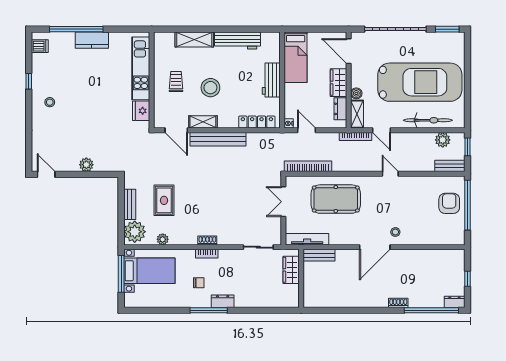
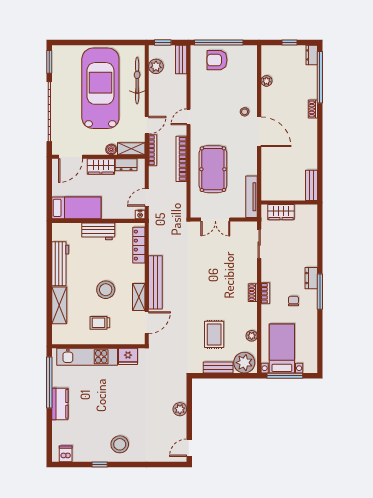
window: (76, 29) -> (49, 382), moved
stool: (50, 102) -> (120, 444), width x1.89, depth x1.89
bookcase: (308, 166) -> (181, 159), moved
rug: (164, 200) -> (214, 334), turned 90
bench: (319, 255) -> (311, 185), moved
plant: (428, 255) -> (266, 81), added

